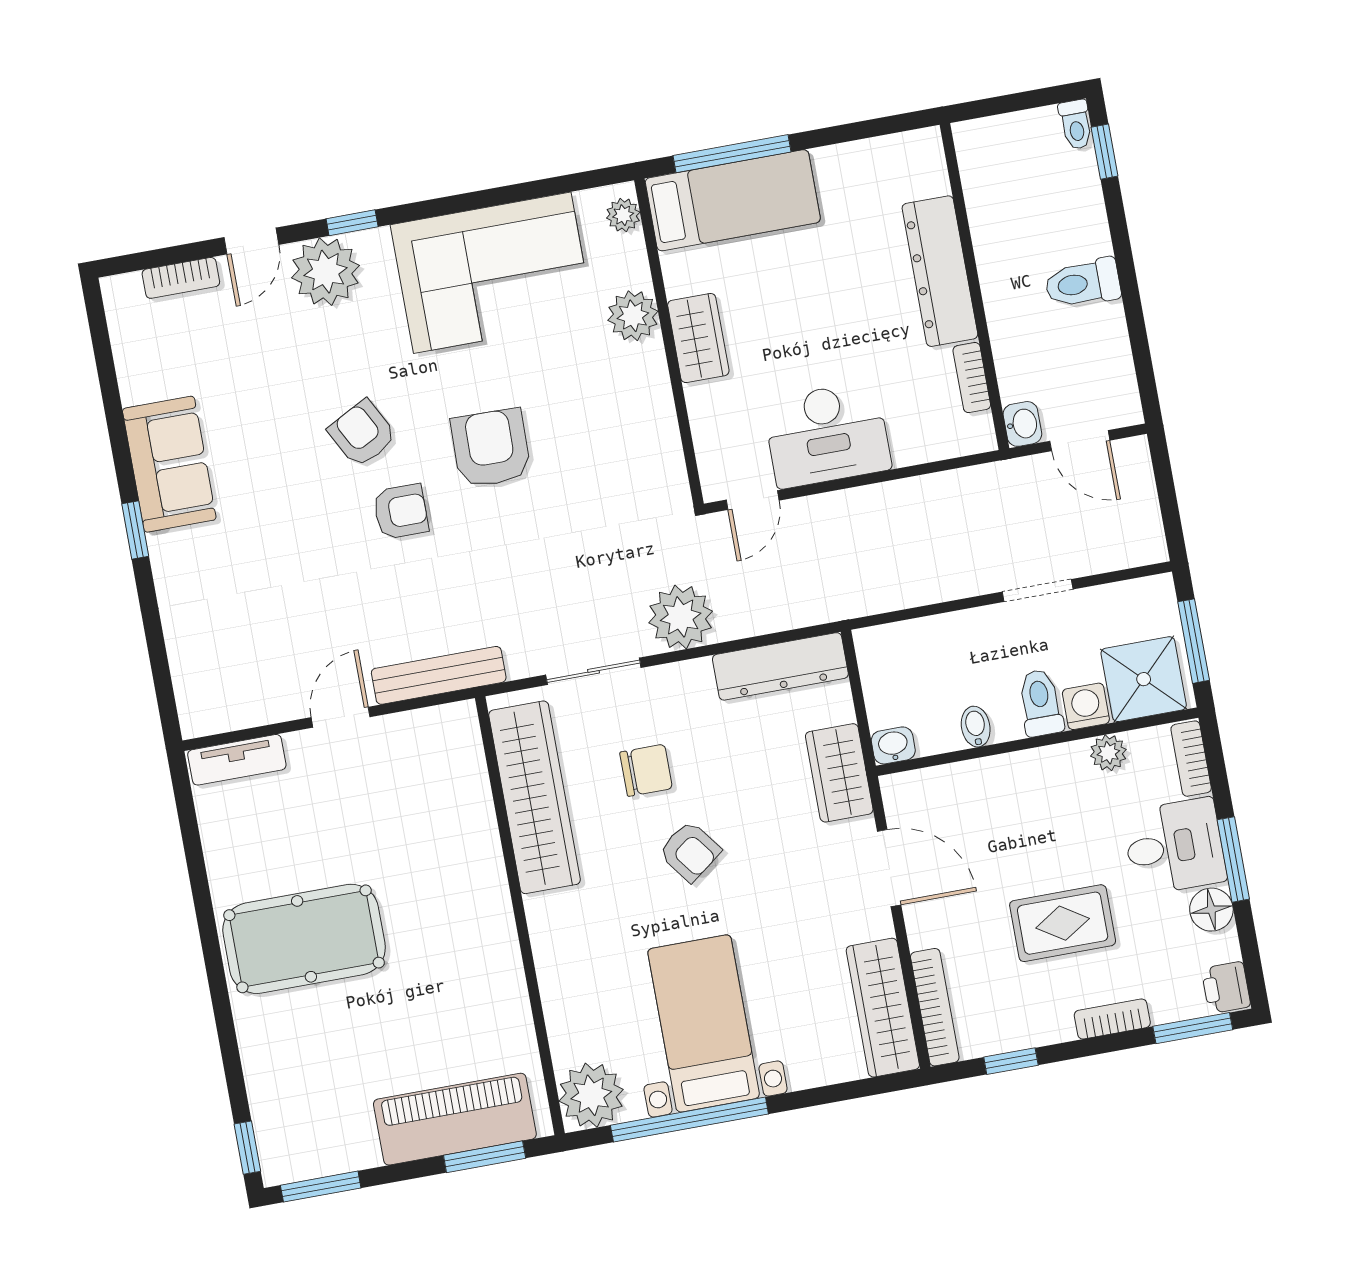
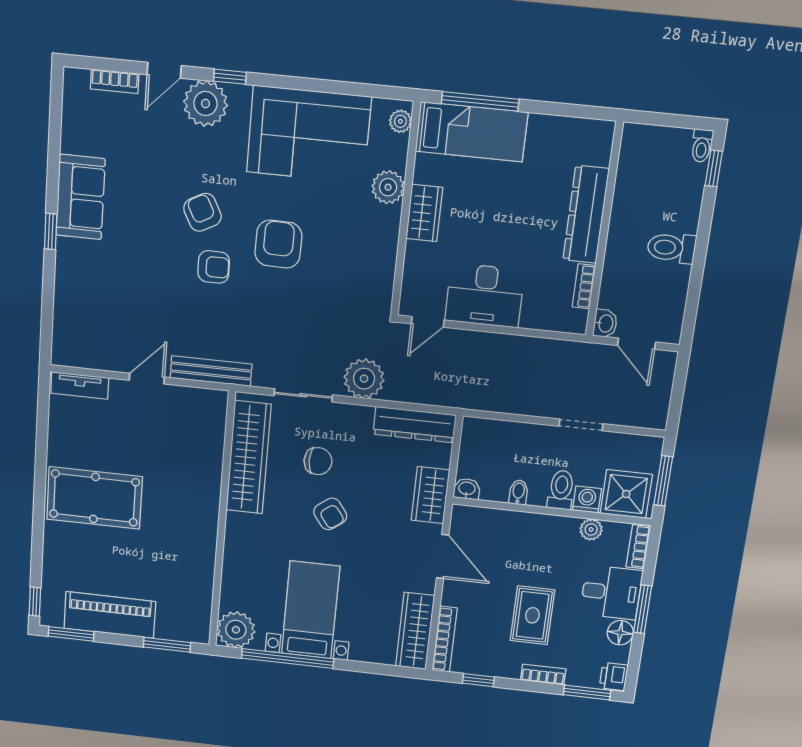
rug: (1063, 923) -> (532, 615), turned 90
piano: (455, 1119) -> (110, 615), moved

